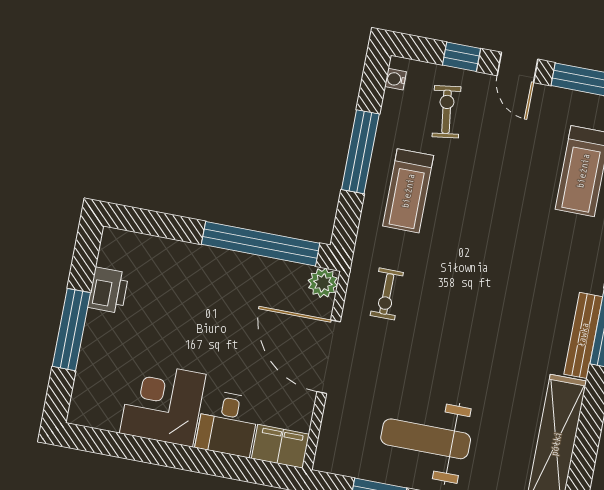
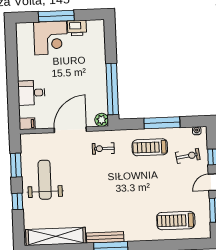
corner desk: (163, 404) -> (51, 38), moved, turned 90
filing cabinet: (280, 446) -> (27, 124), width x0.50

